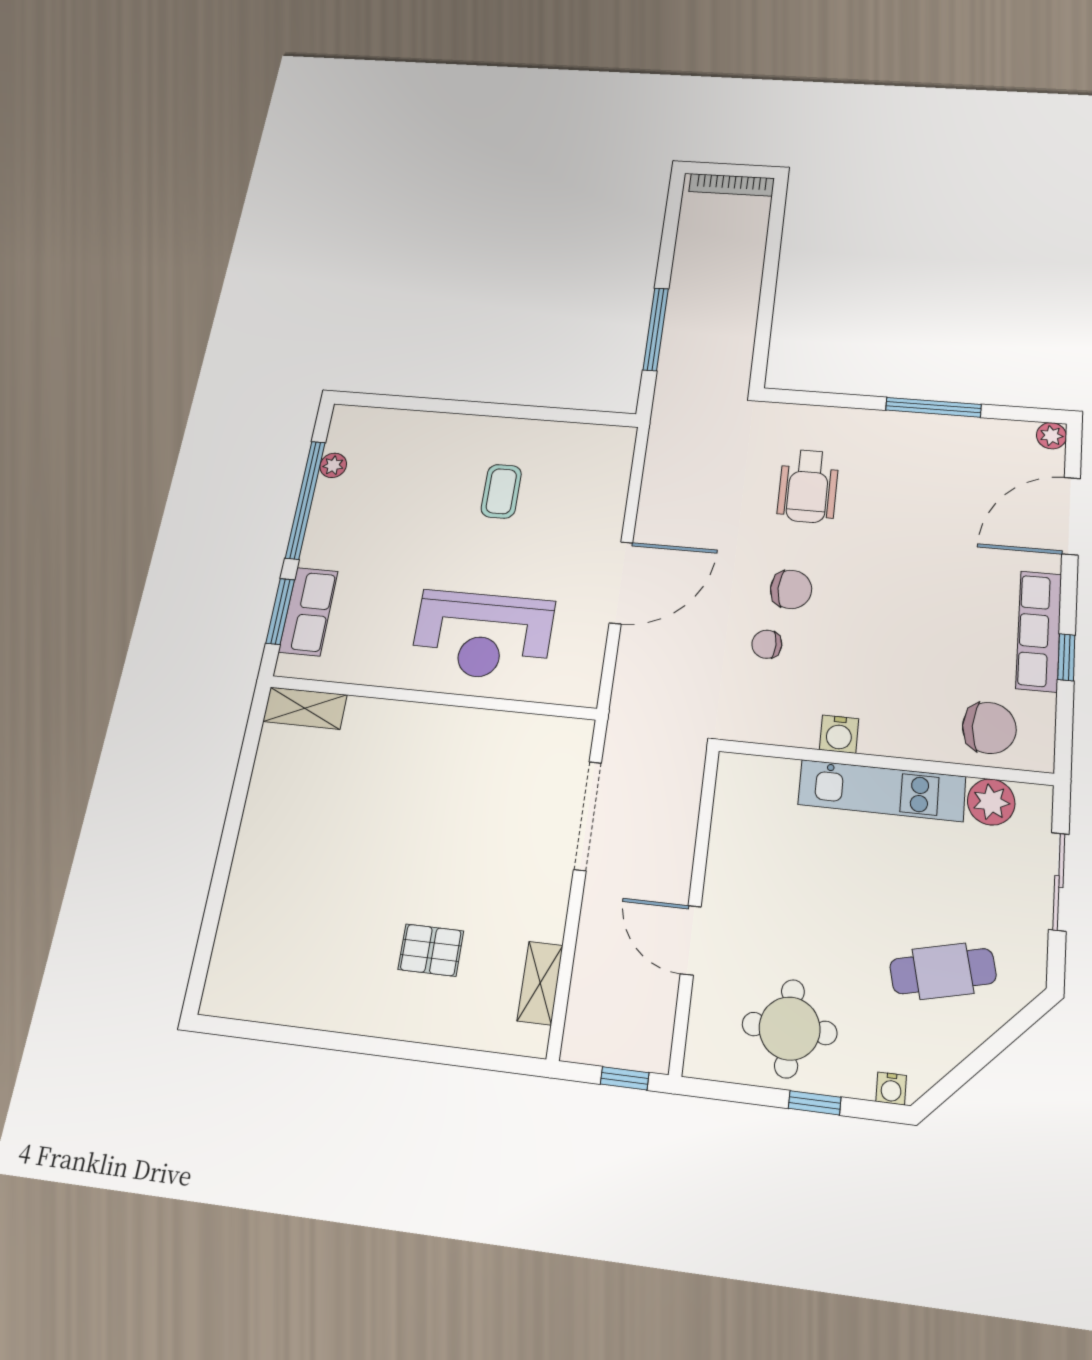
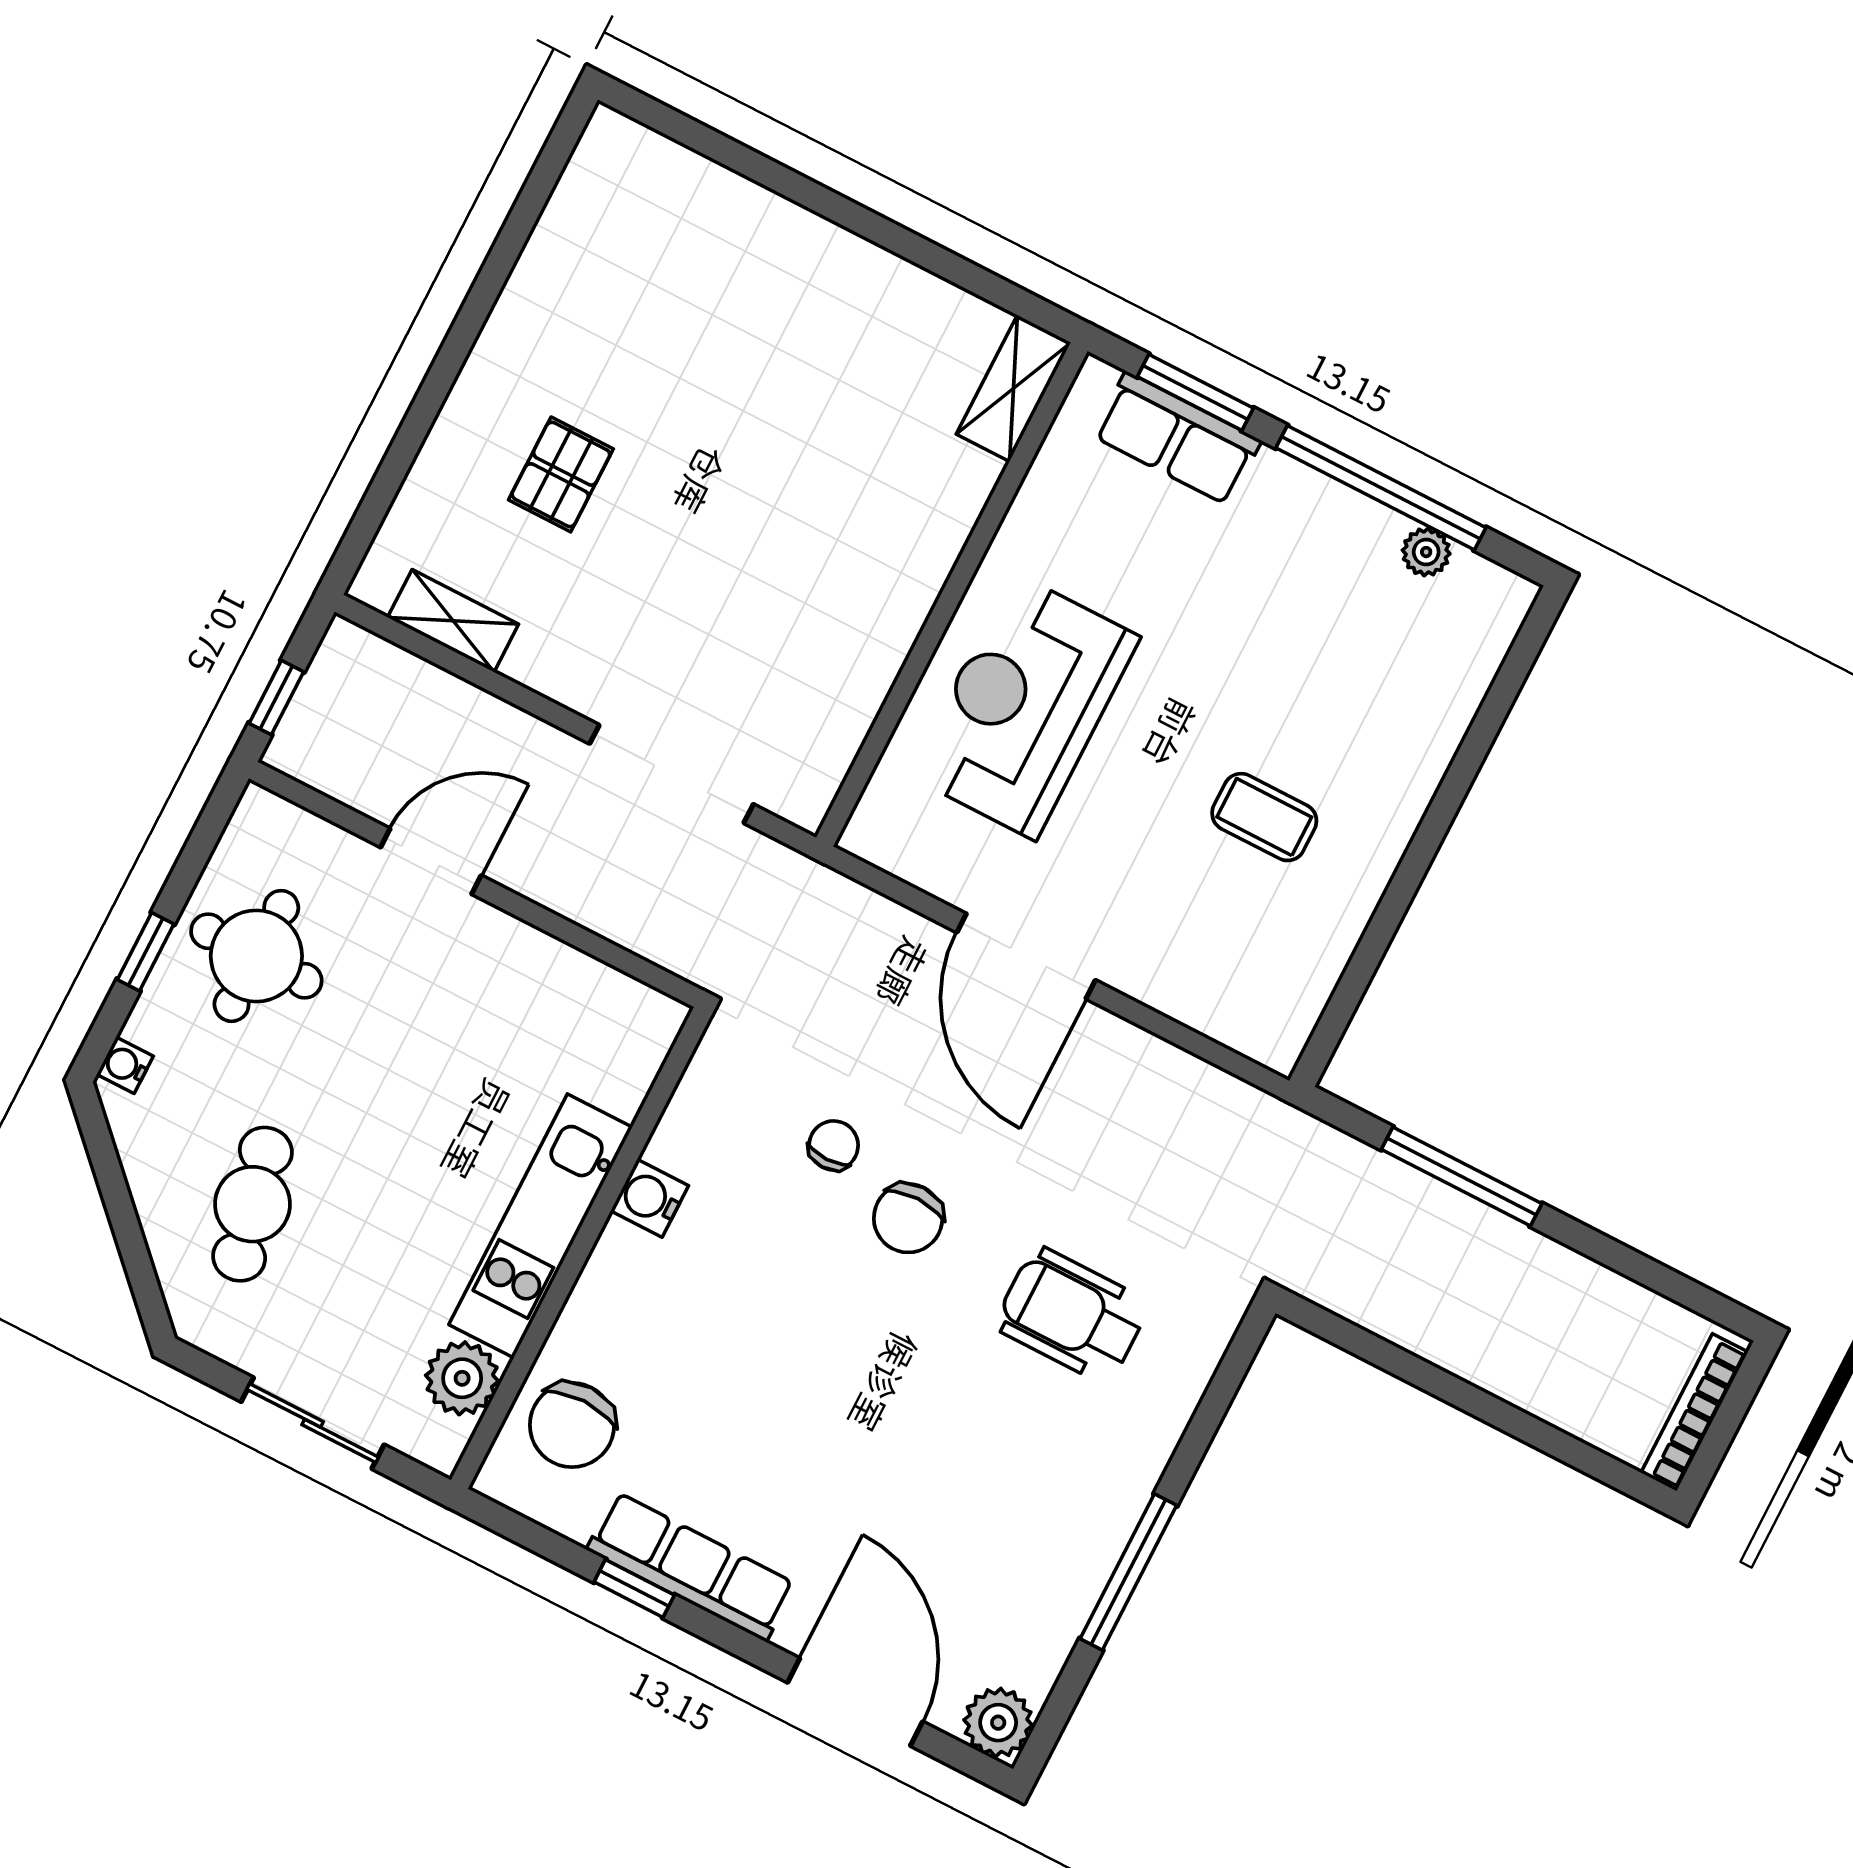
plant: (1051, 436) -> (998, 1723), width x1.38, depth x1.38

